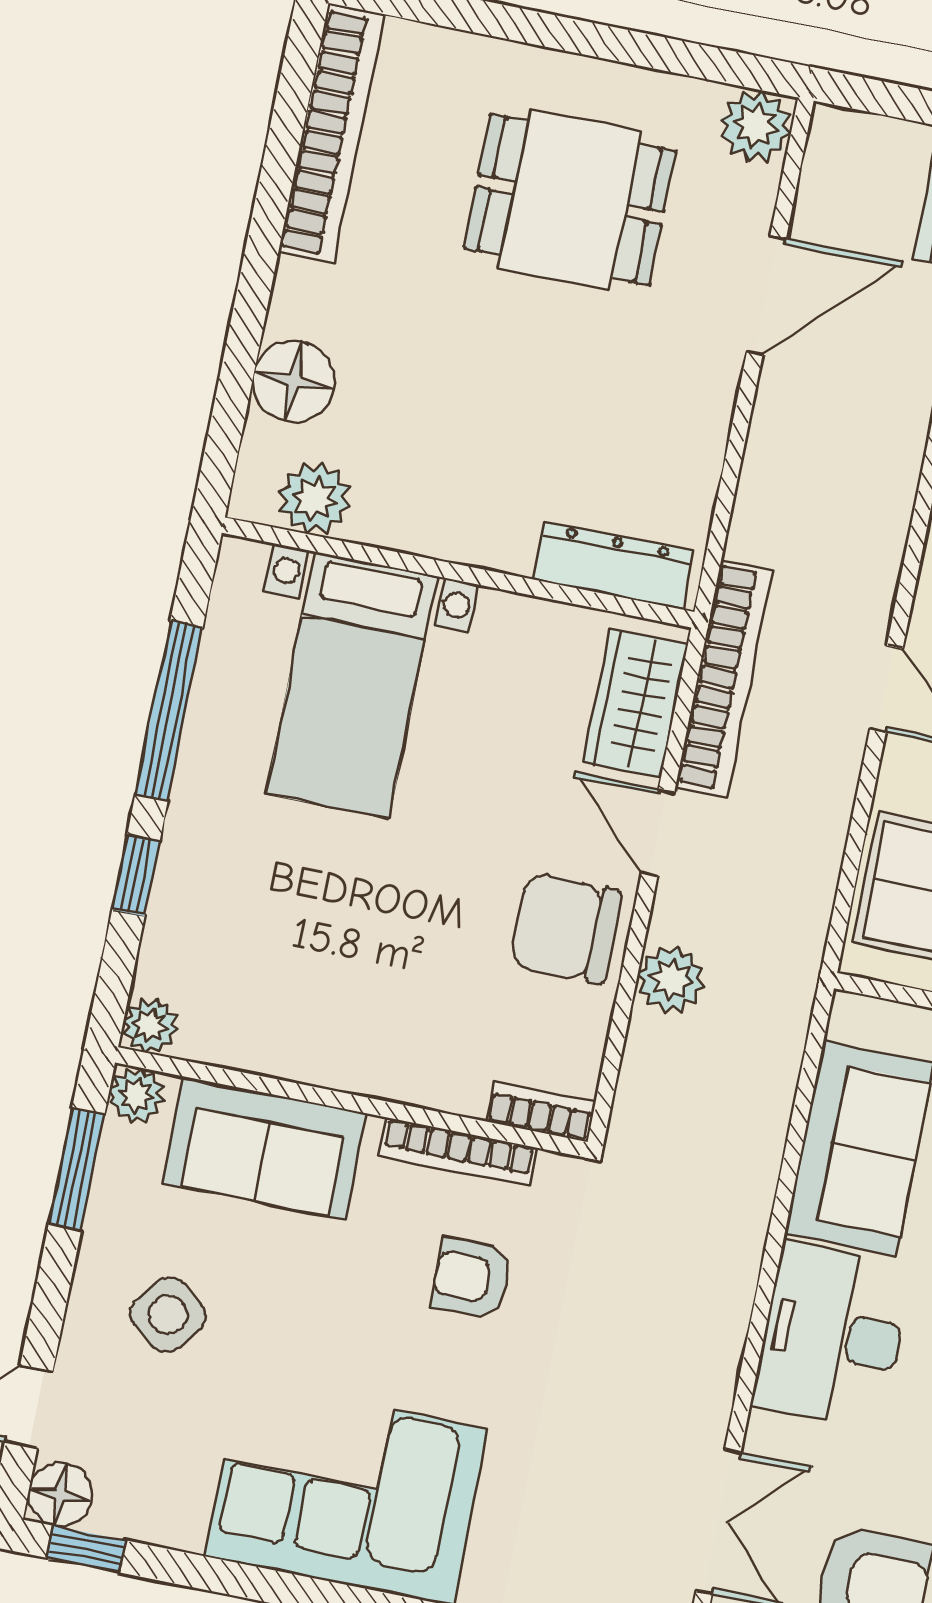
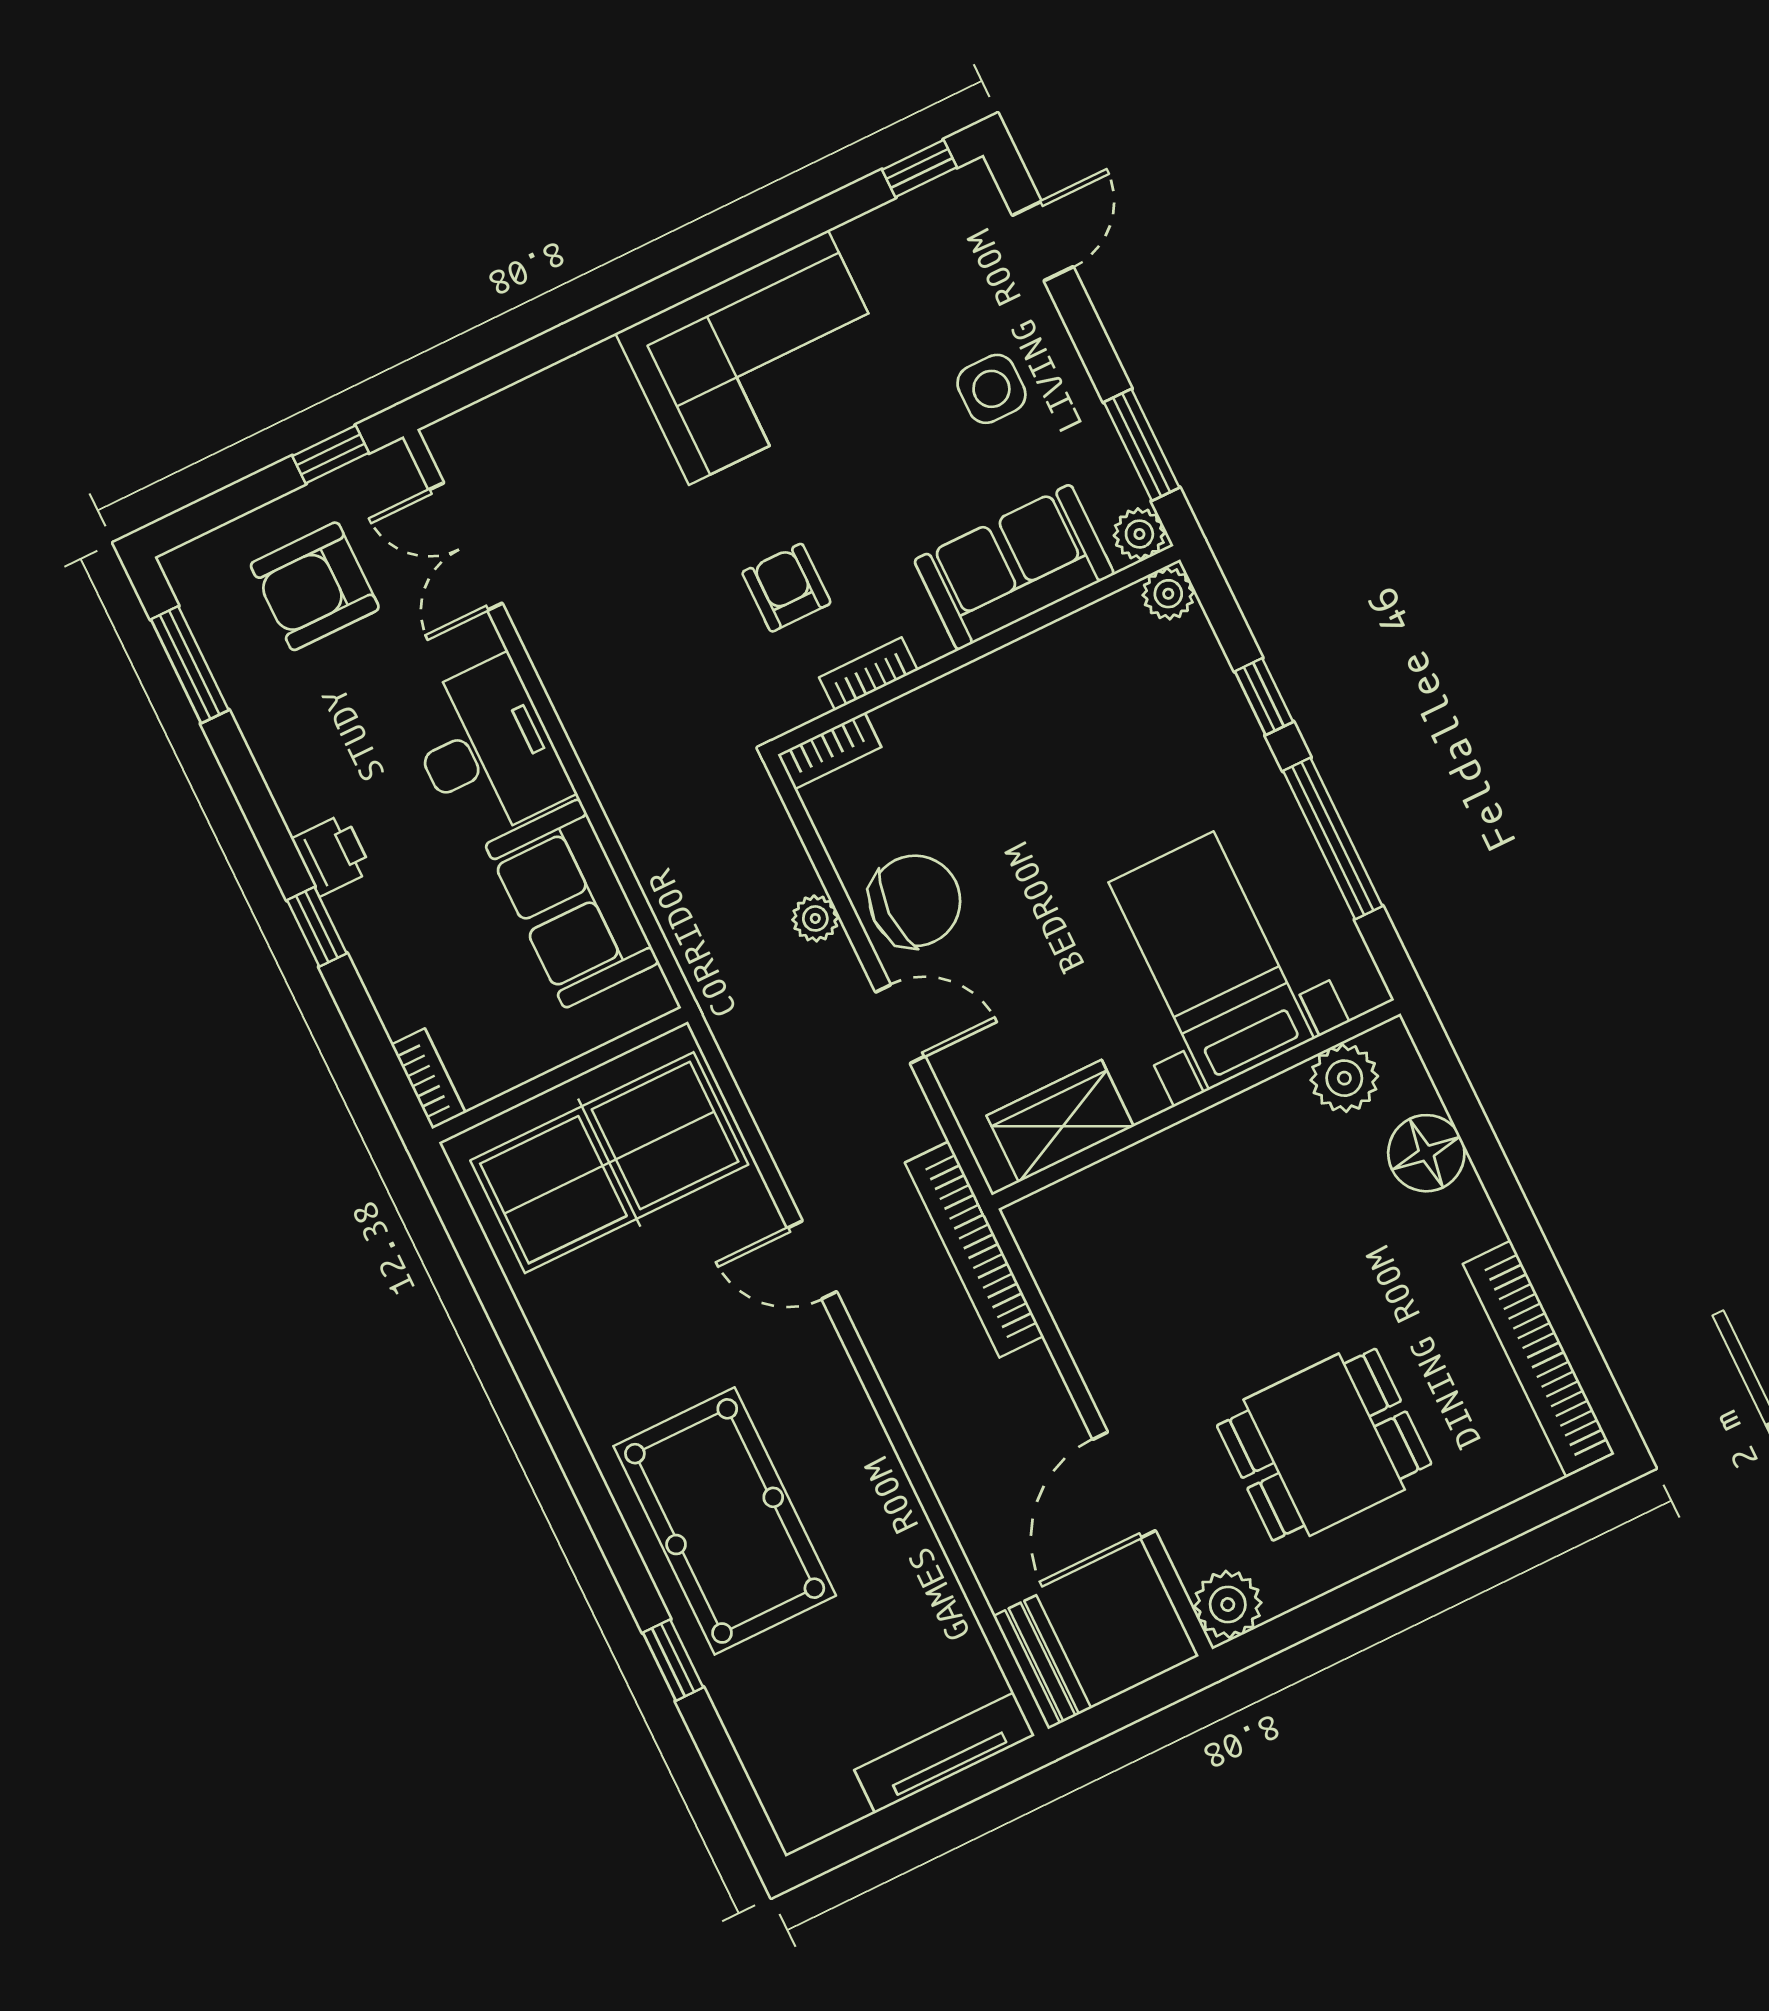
dresser: (613, 565) -> (1085, 1197), removed
bookcase: (724, 678) -> (974, 1249), moved
wardrobe: (636, 703) -> (1060, 1121), moved, turned -90
plant: (671, 980) -> (815, 918), width x0.73, depth x0.73
bookcase: (458, 1152) -> (868, 674), width x0.64
armchair: (472, 1278) -> (786, 588), turned -90
side table: (168, 1315) -> (991, 389), turned -38
floor lamp: (60, 1495) -> (970, 194), removed

